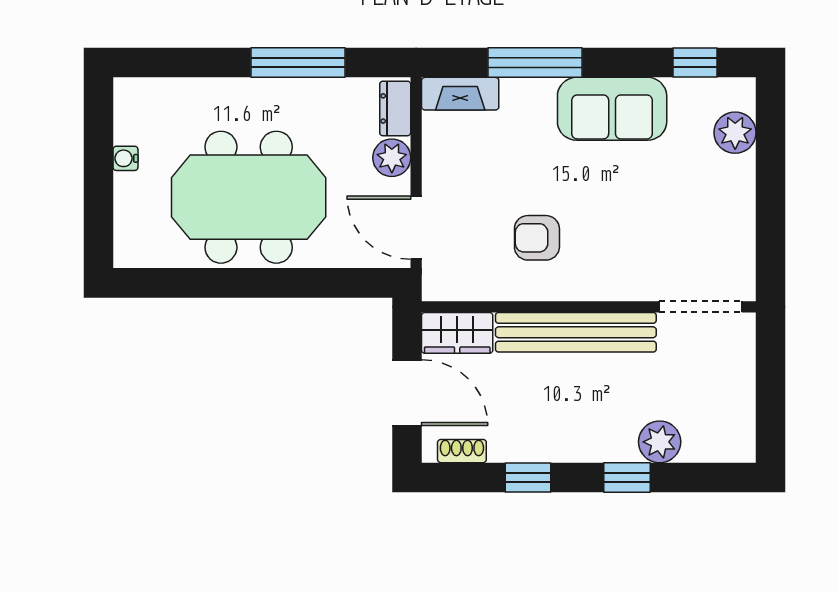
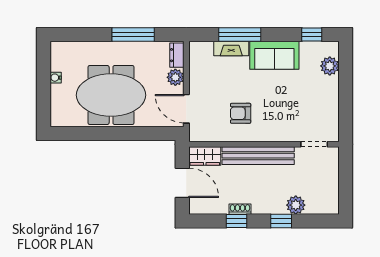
fireplace: (460, 94) -> (231, 48), moved
doorway: (701, 307) -> (314, 144), width x0.73
shoe rack: (462, 451) -> (240, 209), moved

